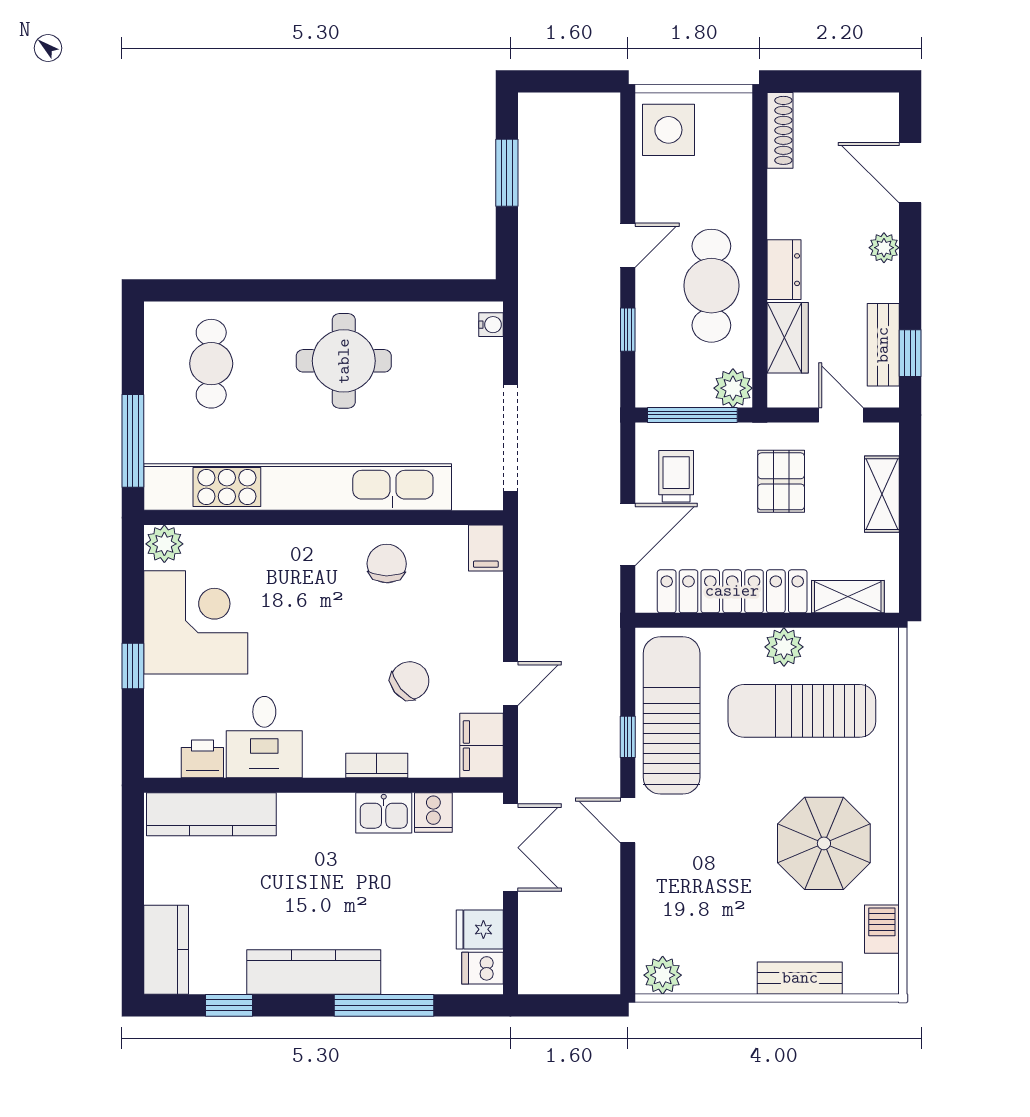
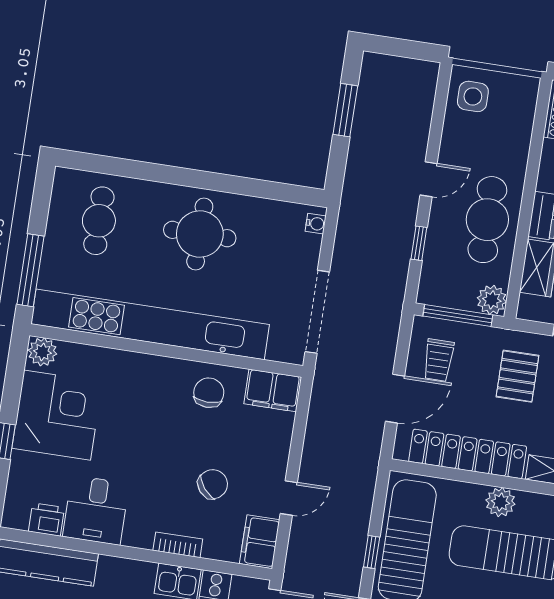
side table: (668, 130) -> (473, 96), width x0.73, depth x0.73
trolley: (676, 476) -> (438, 360), turned 180
filing cabinet: (486, 548) -> (273, 390), width x2.00

